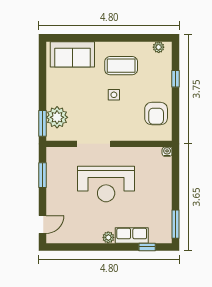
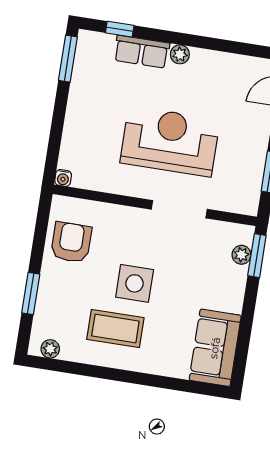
sofa: (72, 54) -> (215, 348), moved, turned -90
window: (176, 79) -> (31, 293), width x1.50
side table: (114, 95) -> (135, 283), width x1.87, depth x1.87
plant: (57, 117) -> (241, 255), width x0.53, depth x0.53

